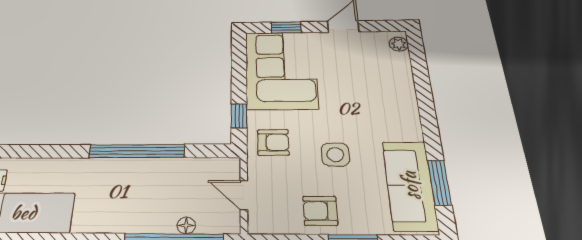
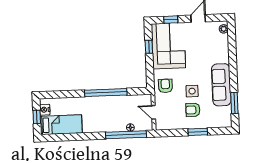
window: (239, 116) -> (149, 47), moved
armchair: (273, 142) -> (165, 86), turned -90
sofa: (410, 185) -> (221, 85), moved
armchair: (320, 211) -> (193, 110), moved

